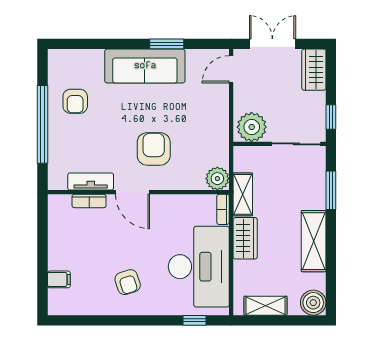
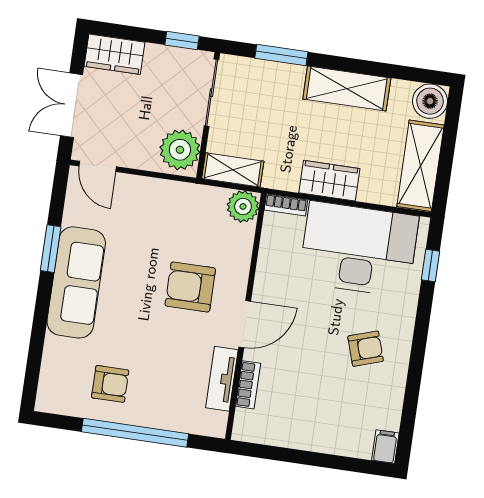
shelving: (243, 194) -> (233, 170), moved
filing cabinet: (59, 279) -> (385, 447), moved
shelving: (266, 306) -> (420, 166), width x1.50, depth x1.33

